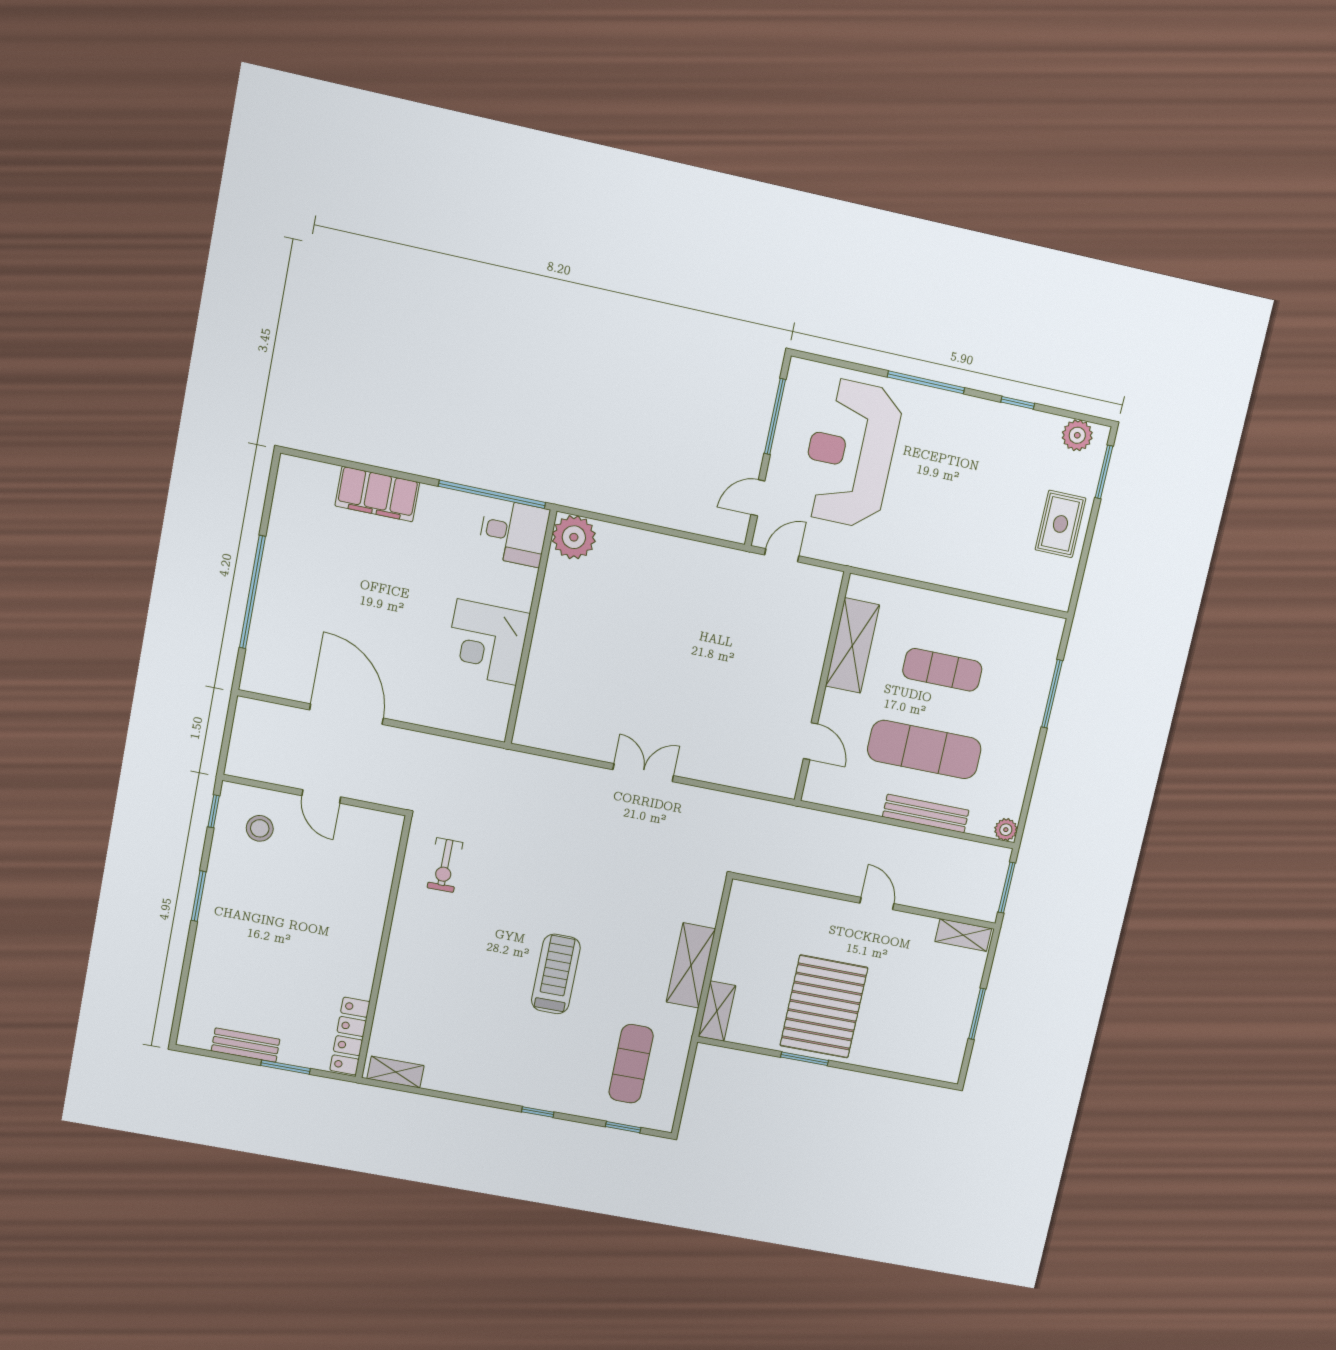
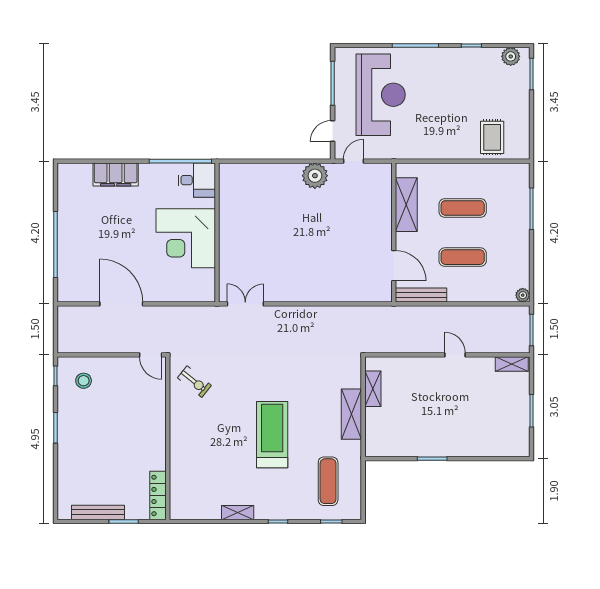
reception desk: (850, 453) -> (381, 95), turned 180
rug: (1060, 524) -> (492, 137), moved
plant: (574, 537) -> (315, 176), moved
corner desk: (487, 642) -> (186, 238), width x1.36, depth x1.36
door: (810, 741) -> (394, 266), width x1.38
exercise mat: (924, 749) -> (463, 257), width x0.73, depth x0.69
double door: (643, 773) -> (245, 304), moved
door: (321, 796) -> (151, 355), moved
bench: (926, 814) -> (421, 295), moved
exercise bike: (445, 865) -> (194, 382), turned -51
treadmill: (556, 974) -> (272, 435), width x1.37, depth x1.38
pallet: (824, 1007) -> (437, 424), removed
shelving: (717, 1011) -> (373, 389), moved
bench: (246, 1045) -> (98, 512), width x1.36
shelving: (396, 1072) -> (238, 513), moved

